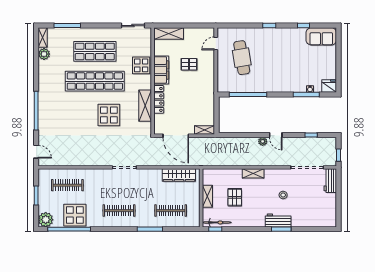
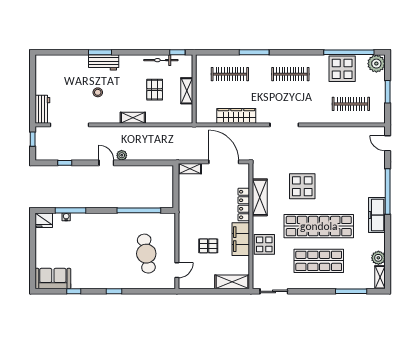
freezer: (45, 90) -> (377, 215), added
wardrobe: (179, 175) -> (236, 116), moved
bicycle: (217, 222) -> (161, 60), moved

